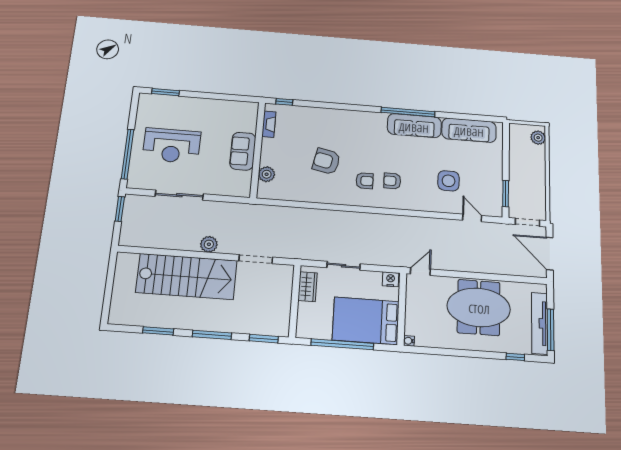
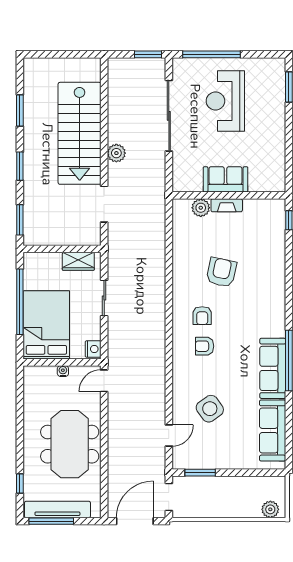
fireplace: (269, 124) -> (227, 205), moved
armchair: (392, 181) -> (205, 346), turned -90
side table: (449, 181) -> (210, 409), turned -36
sliding door: (179, 195) -> (169, 116), width x1.36
door: (420, 272) -> (104, 381), swing flipped
window: (212, 335) -> (20, 166), width x0.69
water cooler: (409, 341) -> (63, 371), moved

